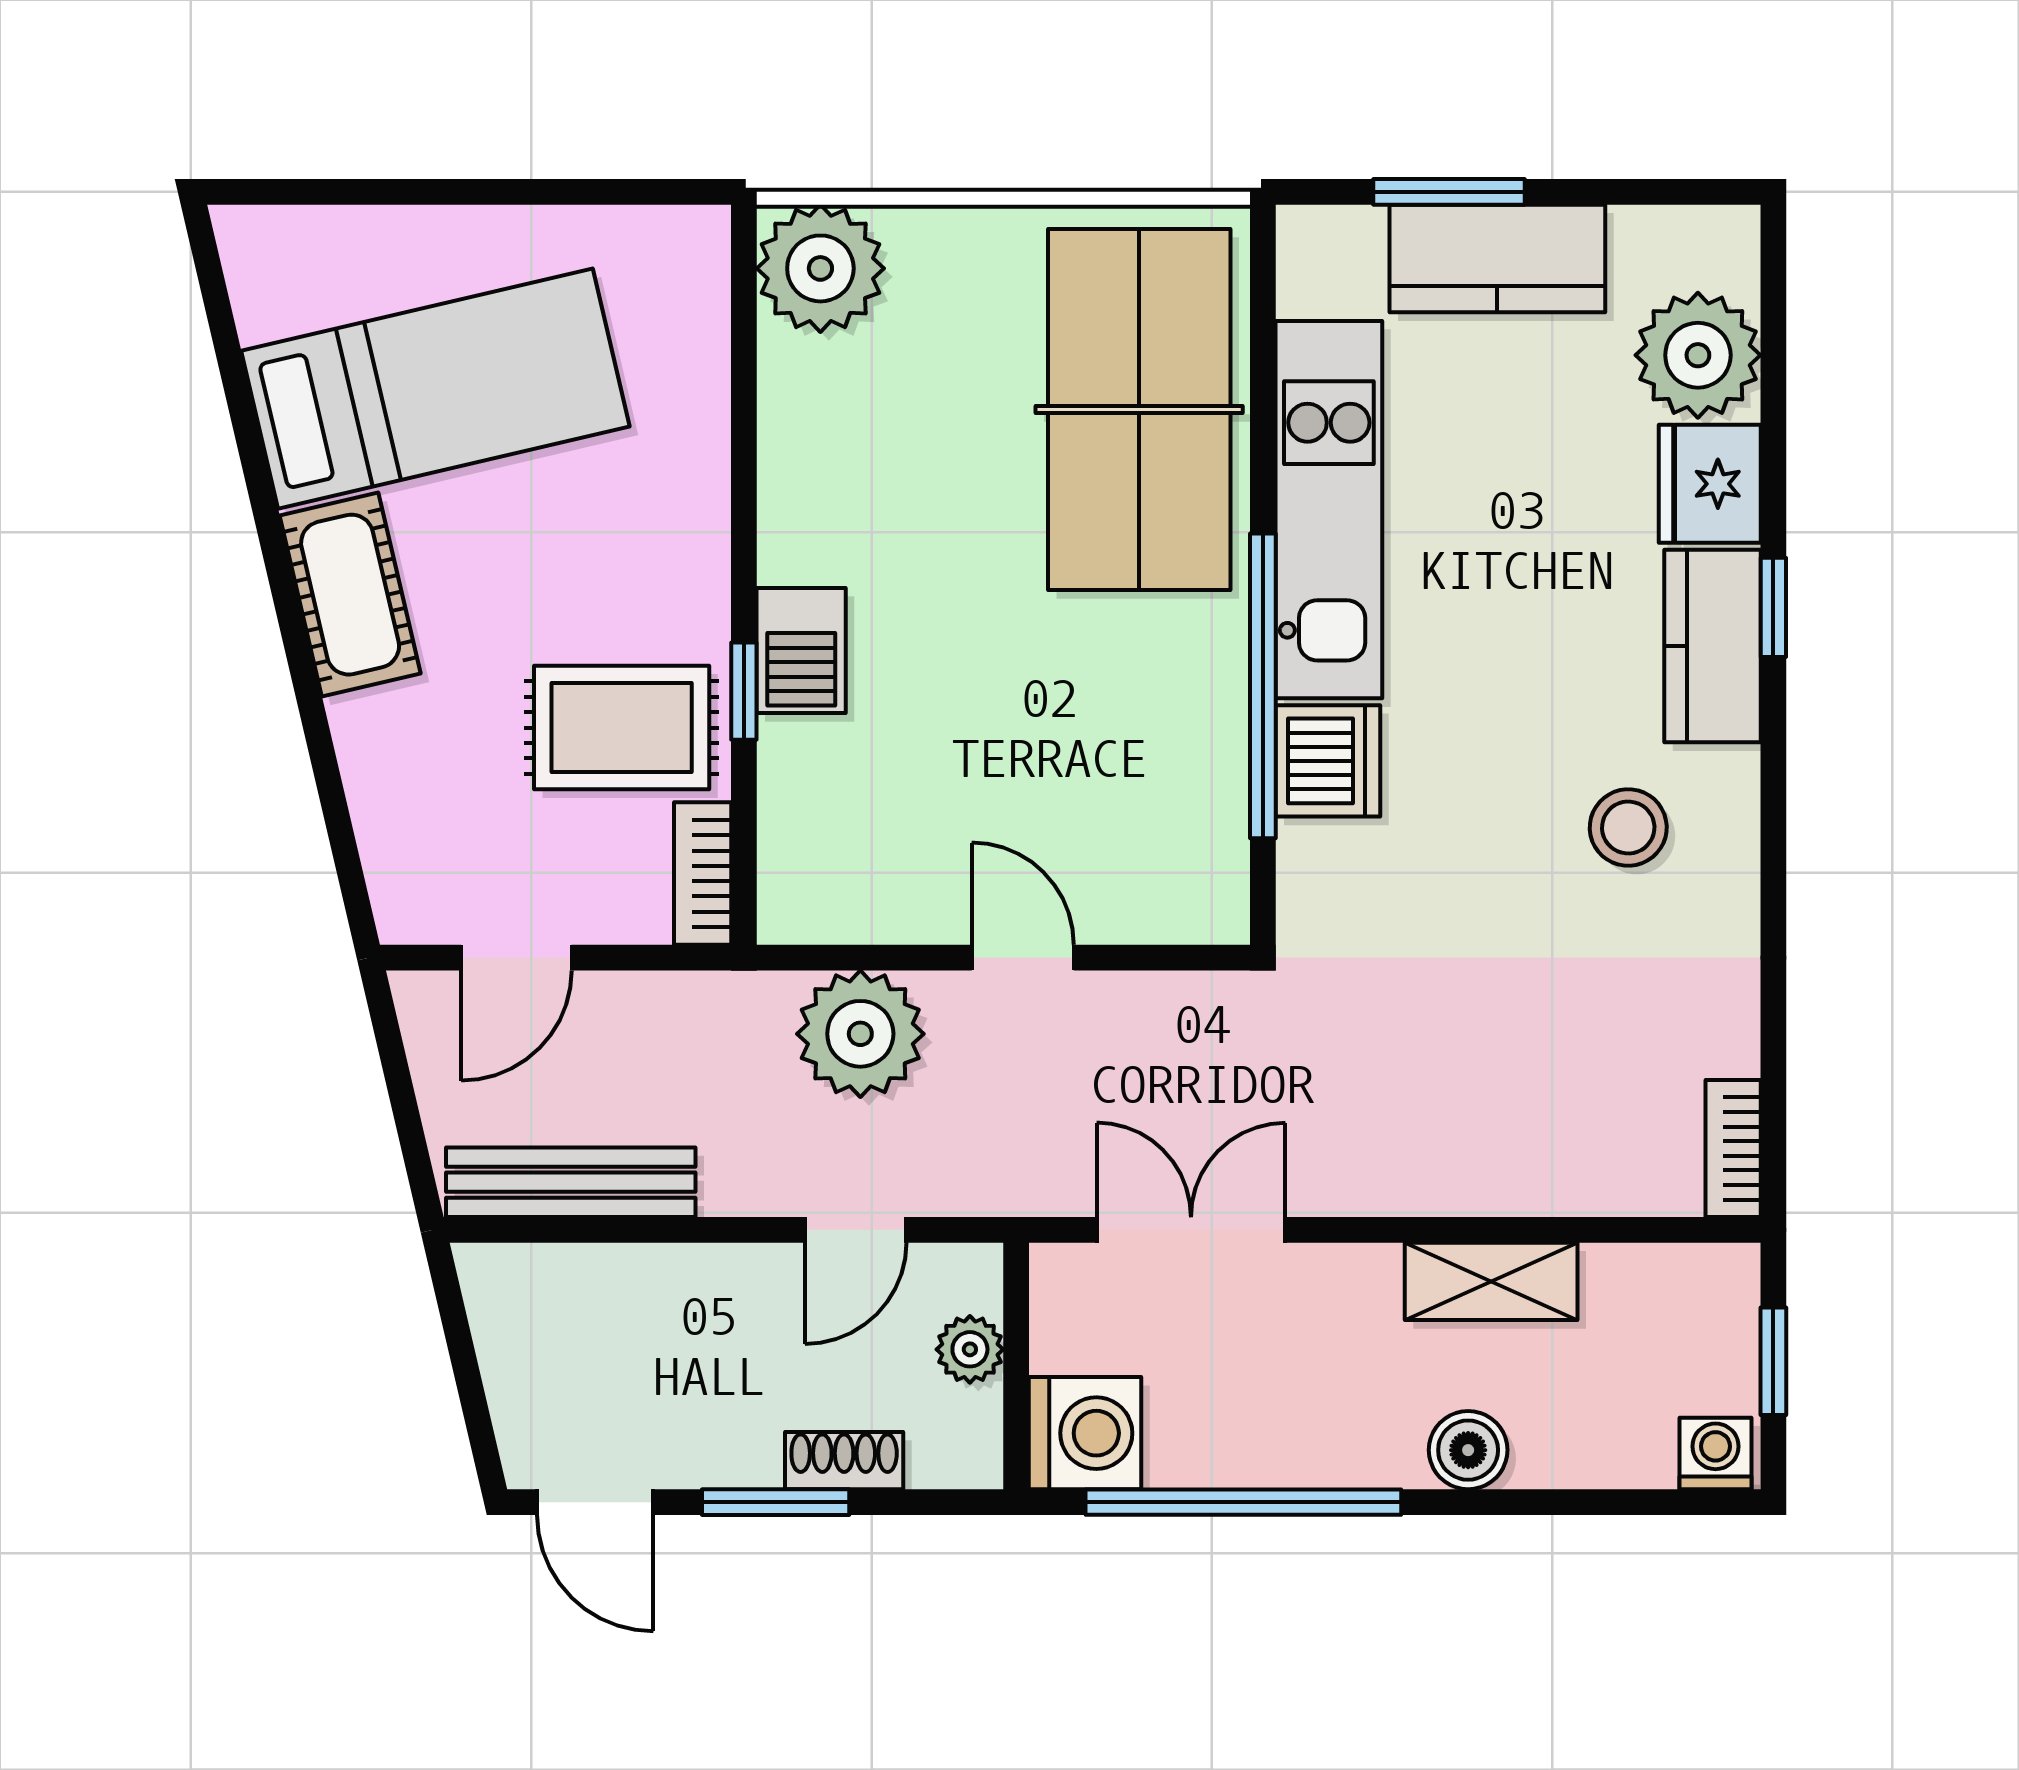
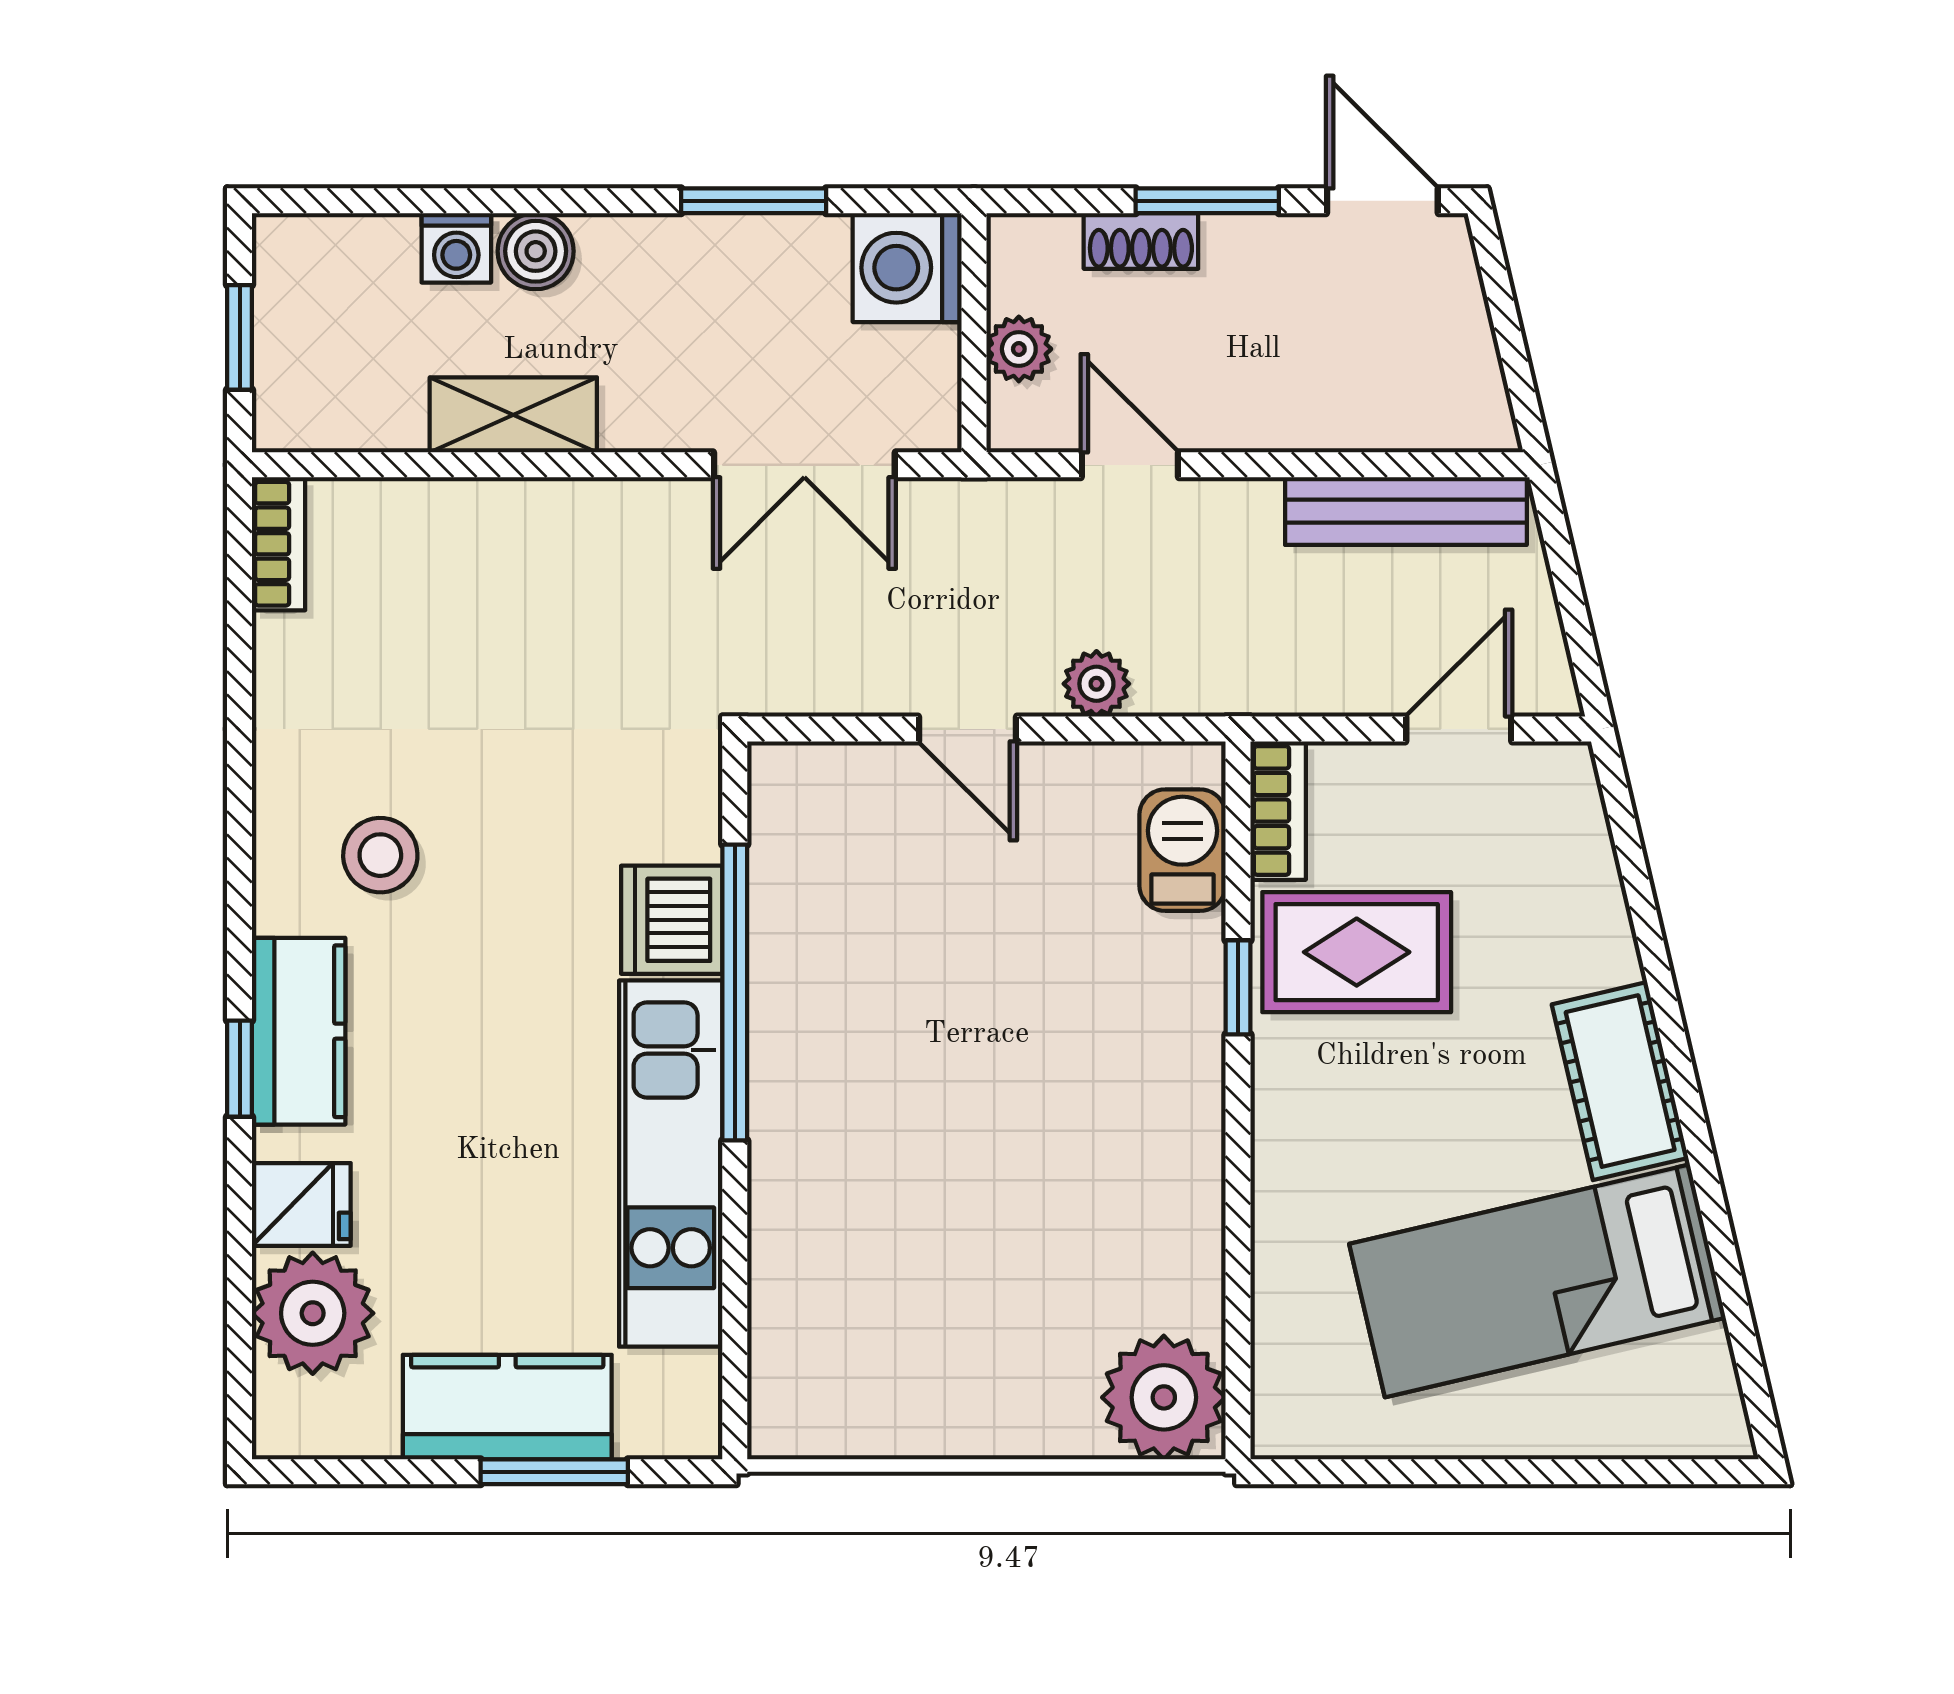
table tennis table: (1139, 410) -> (855, 1261), removed
fridge: (1710, 484) -> (301, 1204), width x0.72
barbecue: (801, 651) -> (1183, 850), moved
plant: (860, 1034) -> (1096, 684), width x0.53, depth x0.53
door: (856, 1230) -> (1130, 465), hinge flipped
washing machine: (1715, 1454) -> (456, 248), moved
window: (1243, 1502) -> (754, 201), width x0.47

